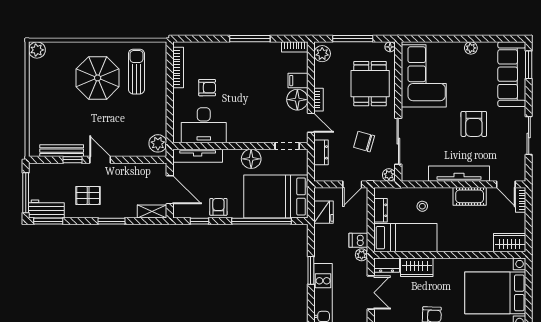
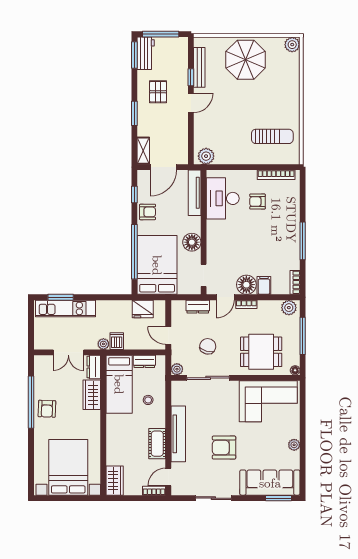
parasol: (98, 78) -> (246, 60), moved
armchair: (207, 88) -> (257, 202), turned 90
window: (311, 270) -> (61, 297), moved

